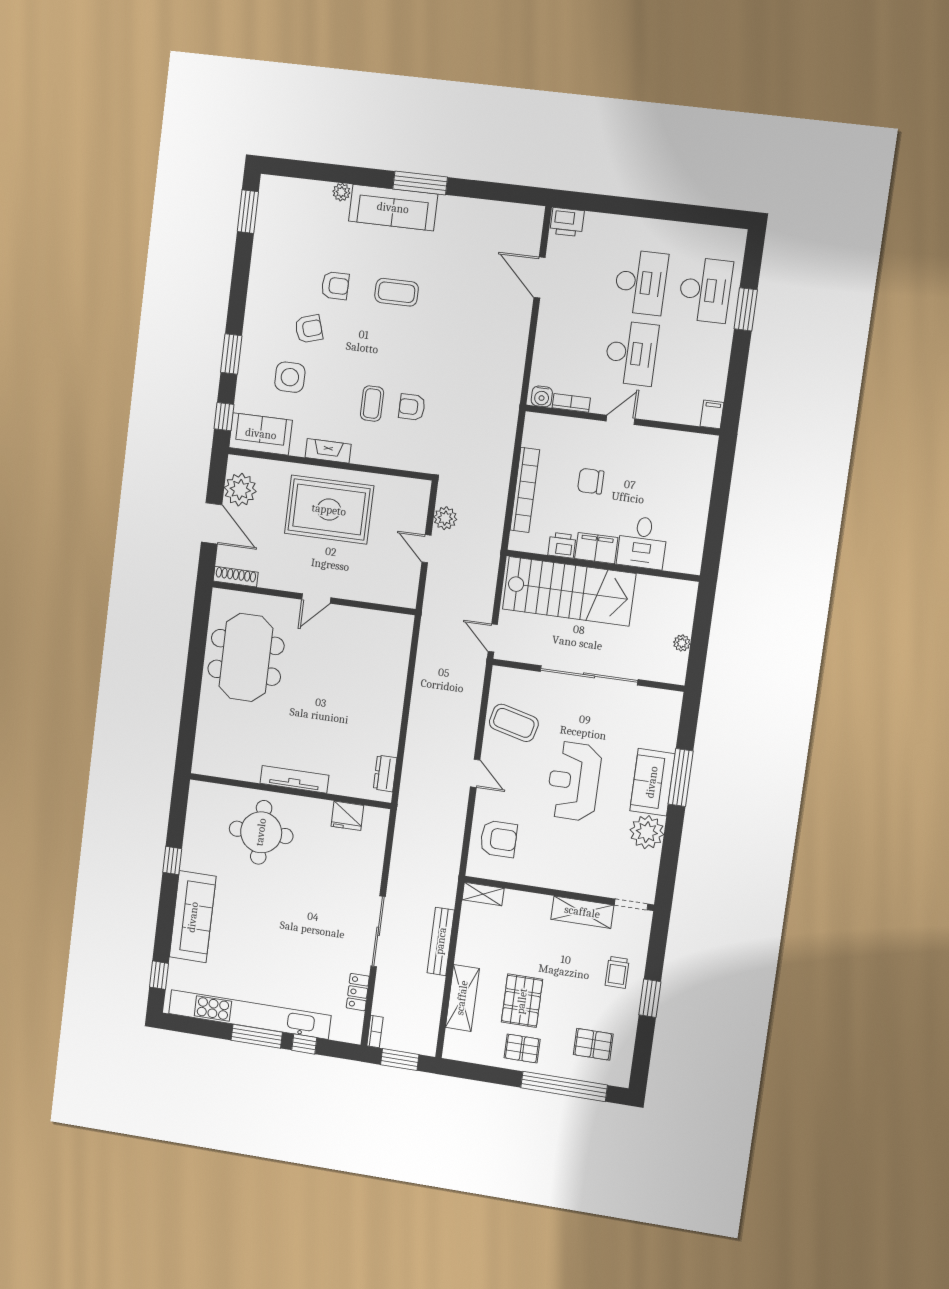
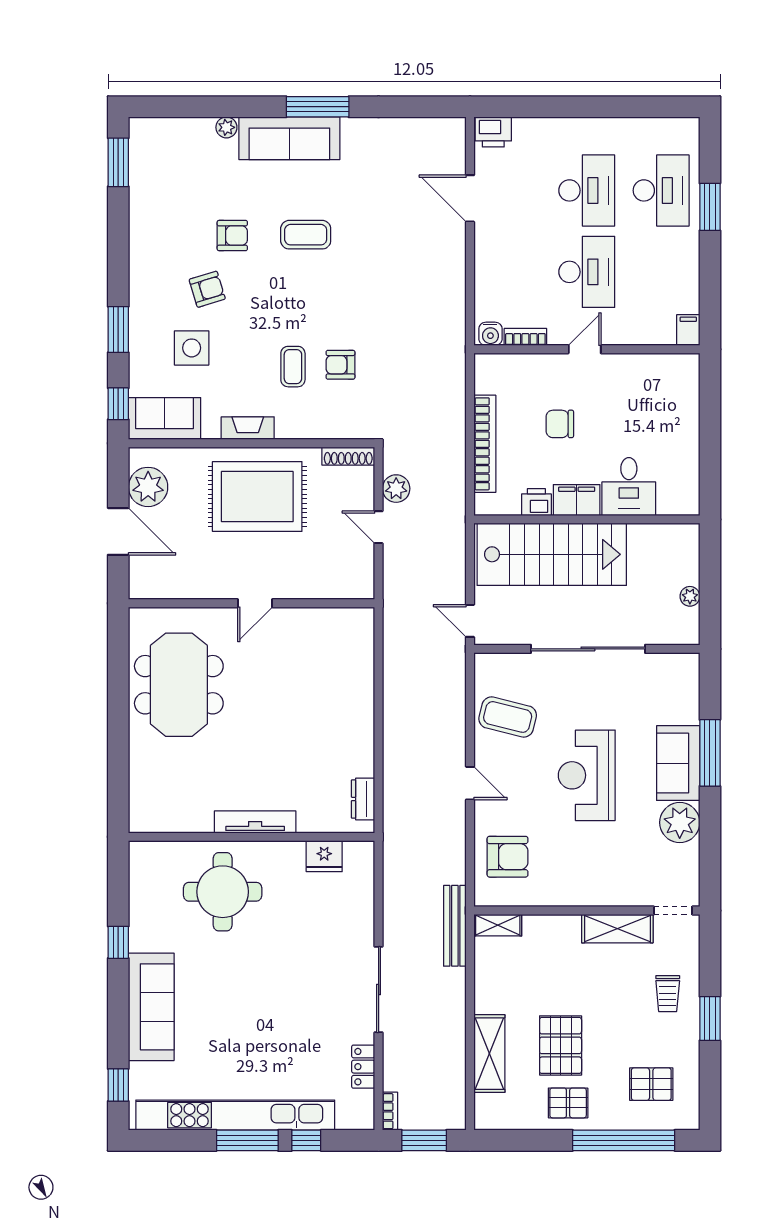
shoe rack: (236, 577) -> (348, 456), moved, turned 180
bench: (441, 941) -> (455, 926), moved

